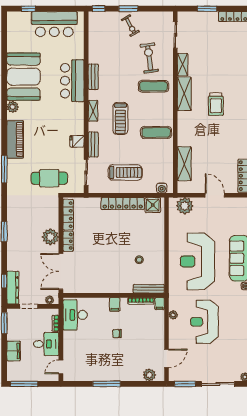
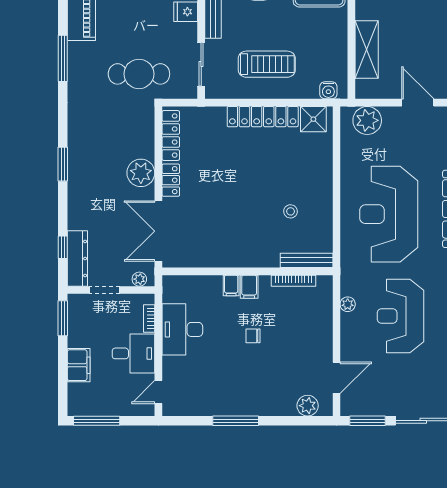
filing cabinet: (160, 304) -> (231, 286), moved
desk: (75, 315) -> (182, 329), moved

